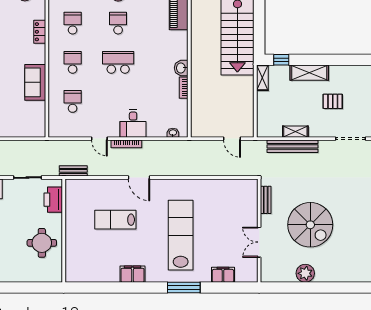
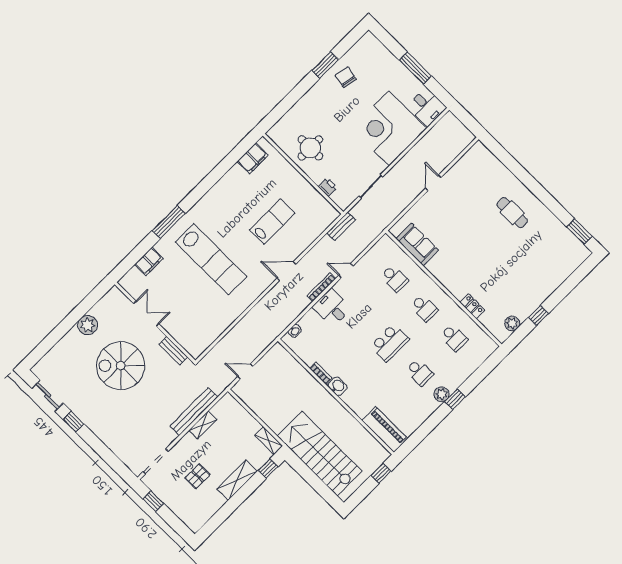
sofa: (35, 82) -> (417, 244), moved
printer: (53, 200) -> (328, 187), width x0.53, depth x0.68
filing cabinet: (133, 274) -> (253, 158), moved

